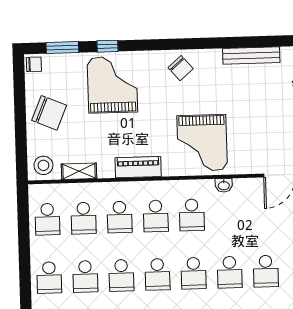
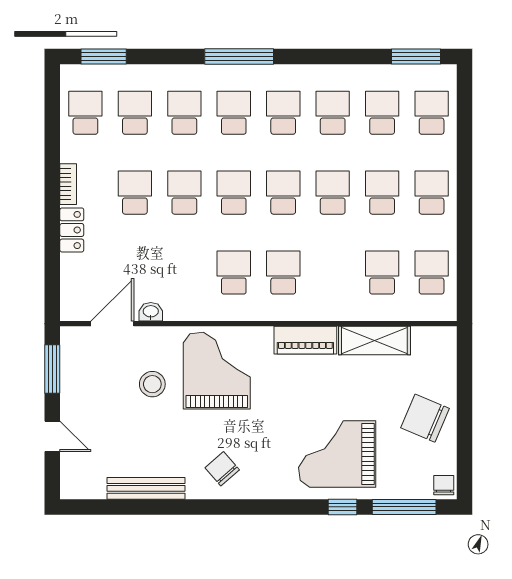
window: (62, 48) -> (404, 507), width x1.44
chair: (34, 64) -> (444, 485), turned 90
chair: (181, 68) -> (222, 469), moved
grand piano: (112, 85) -> (337, 454), turned 90
stool: (43, 165) -> (152, 384), moved
shelving: (79, 171) -> (374, 341), width x1.50, depth x1.33
washbasin: (224, 185) -> (151, 312), moved
school desk: (120, 217) -> (333, 273), removed

